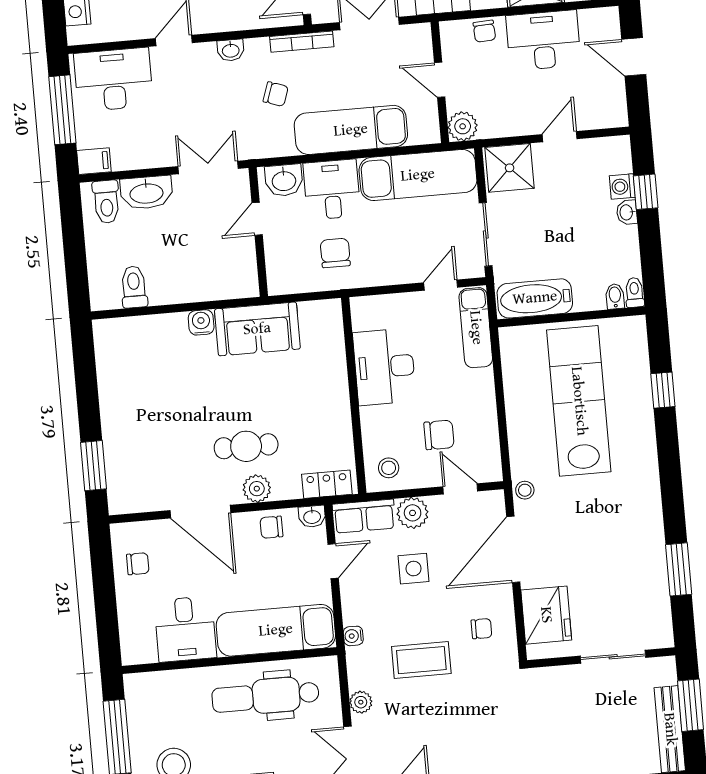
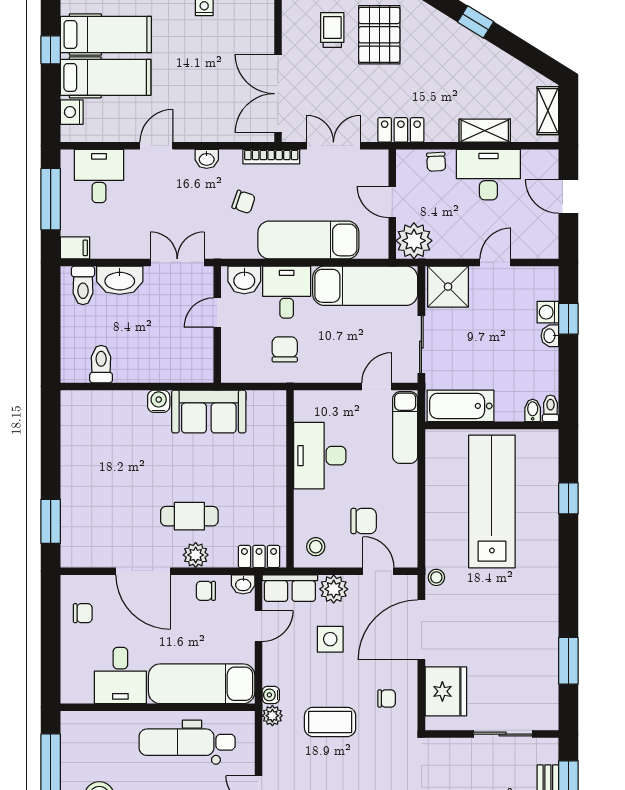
desk: (113, 80) -> (99, 176), width x0.73
plant: (463, 126) -> (414, 241), width x1.36, depth x1.36
plant: (361, 702) -> (272, 716), moved

